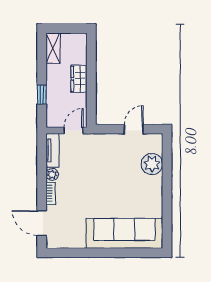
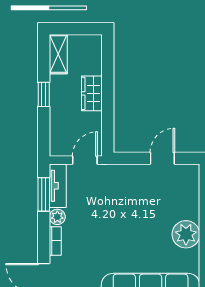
window: (42, 95) -> (44, 94), moved
window: (42, 157) -> (44, 194), added
plant: (152, 164) -> (186, 234), moved

